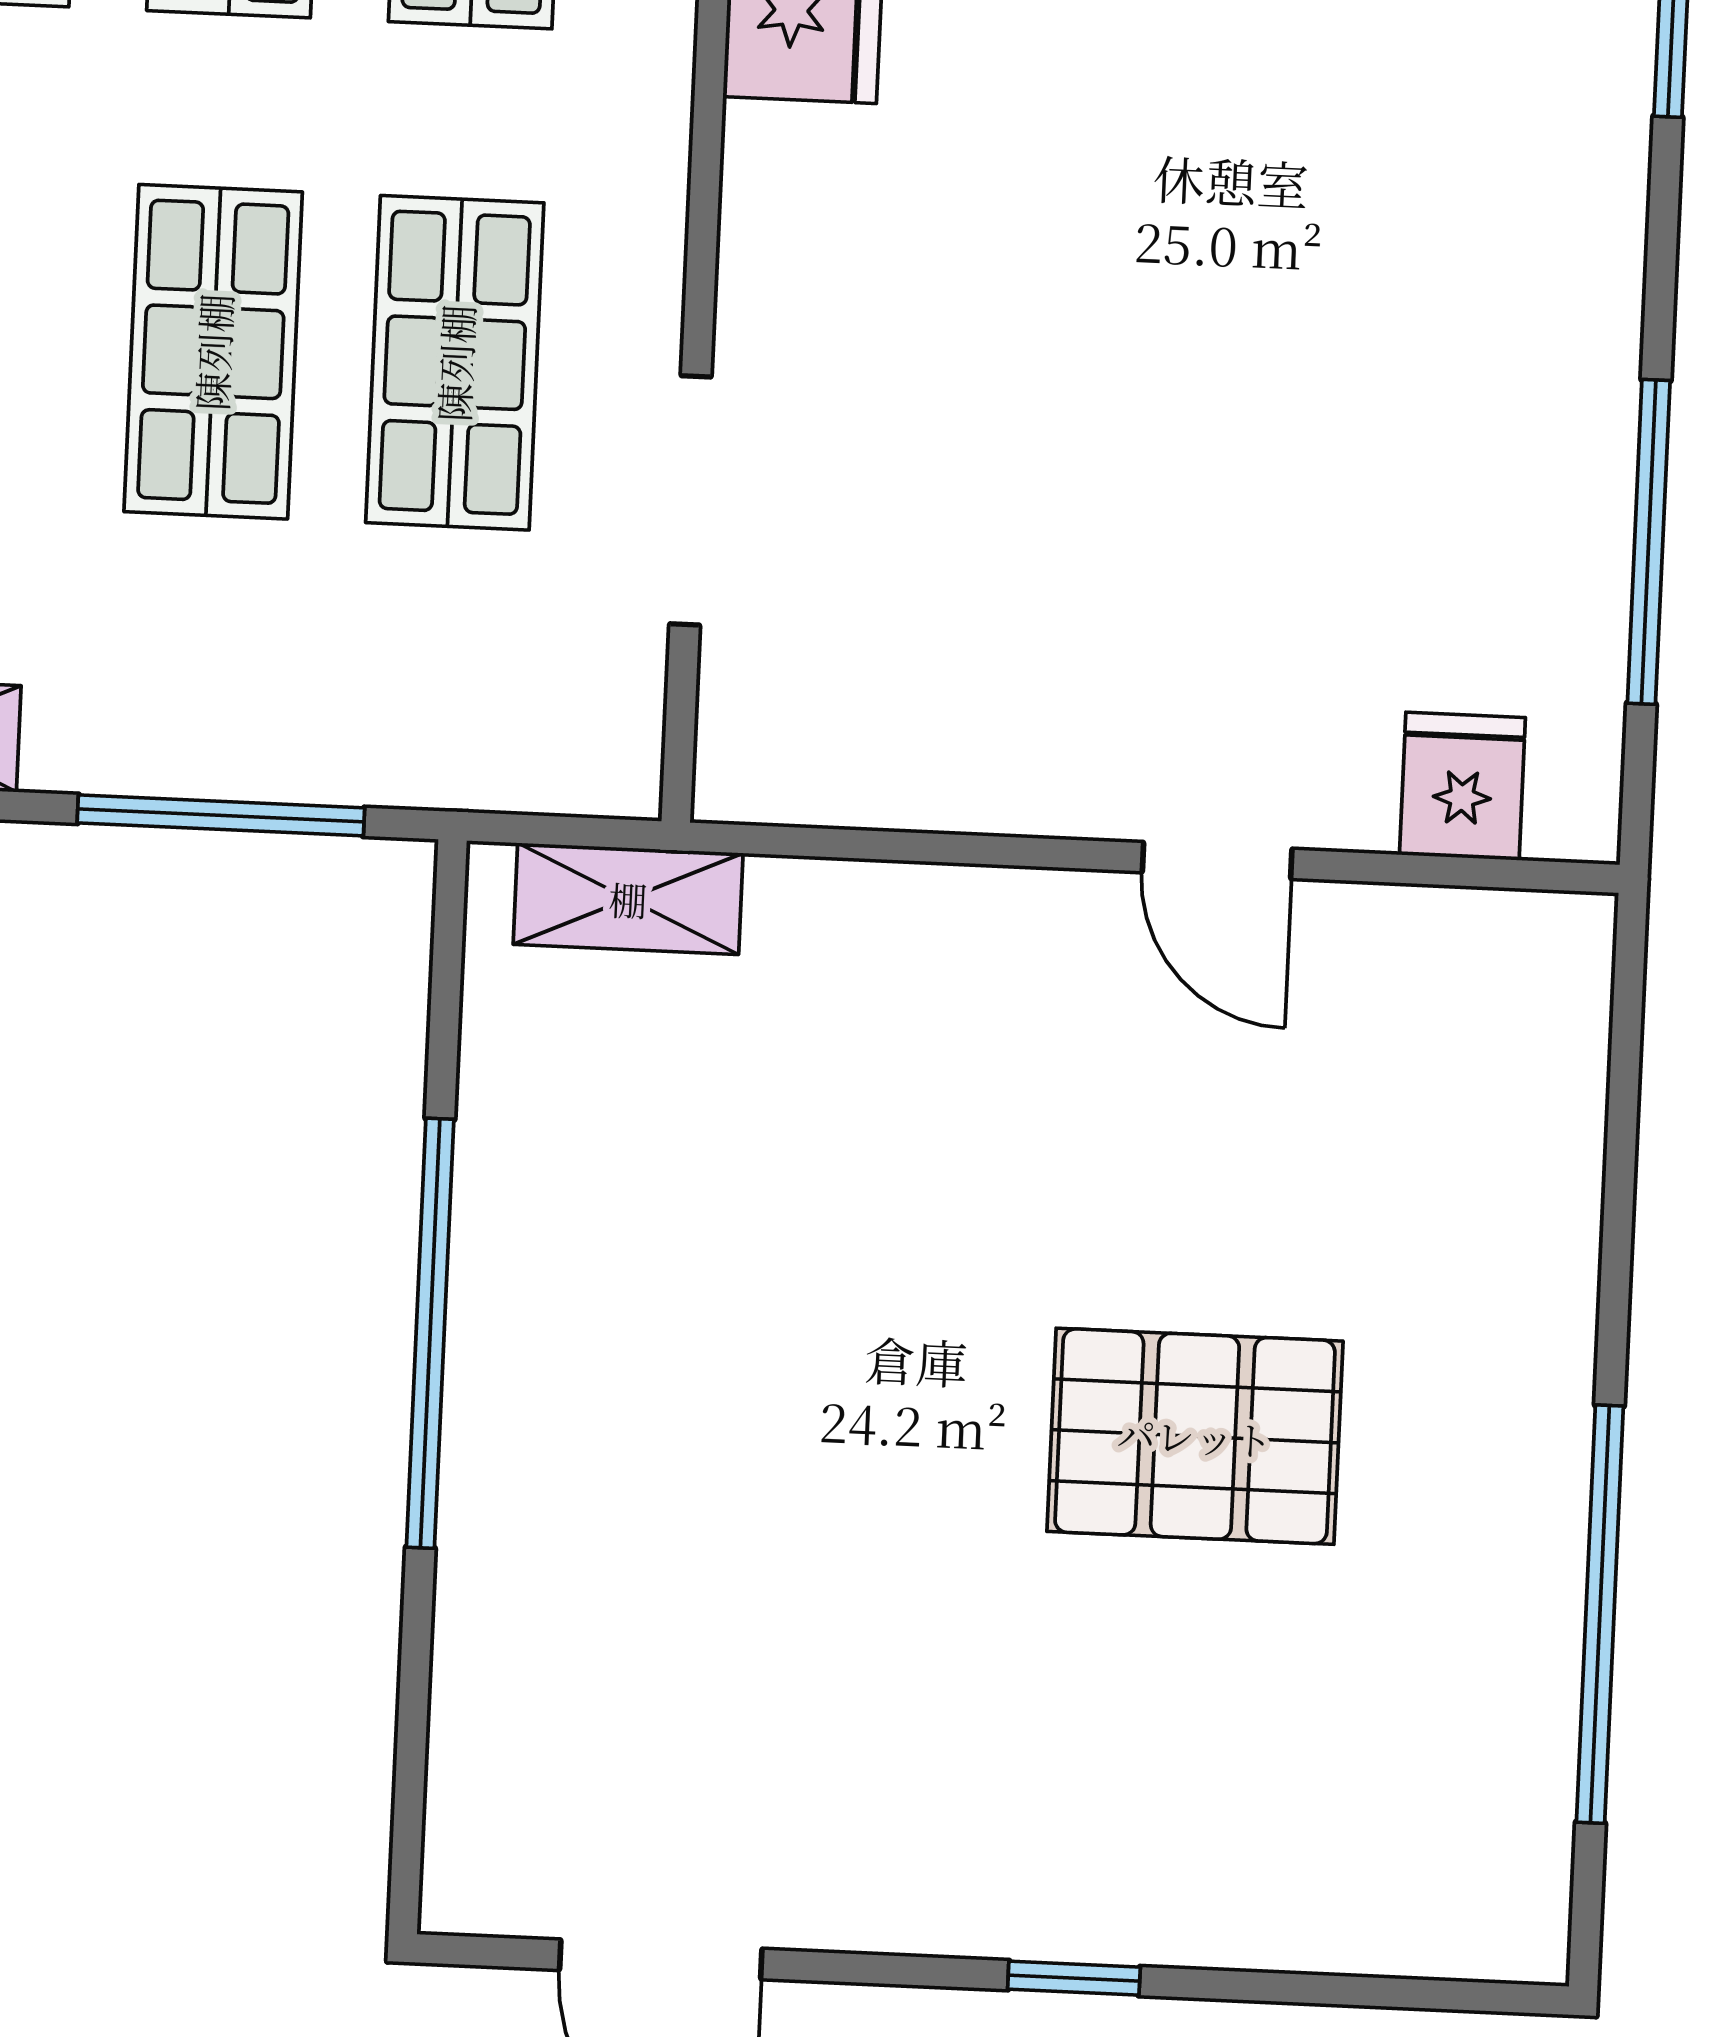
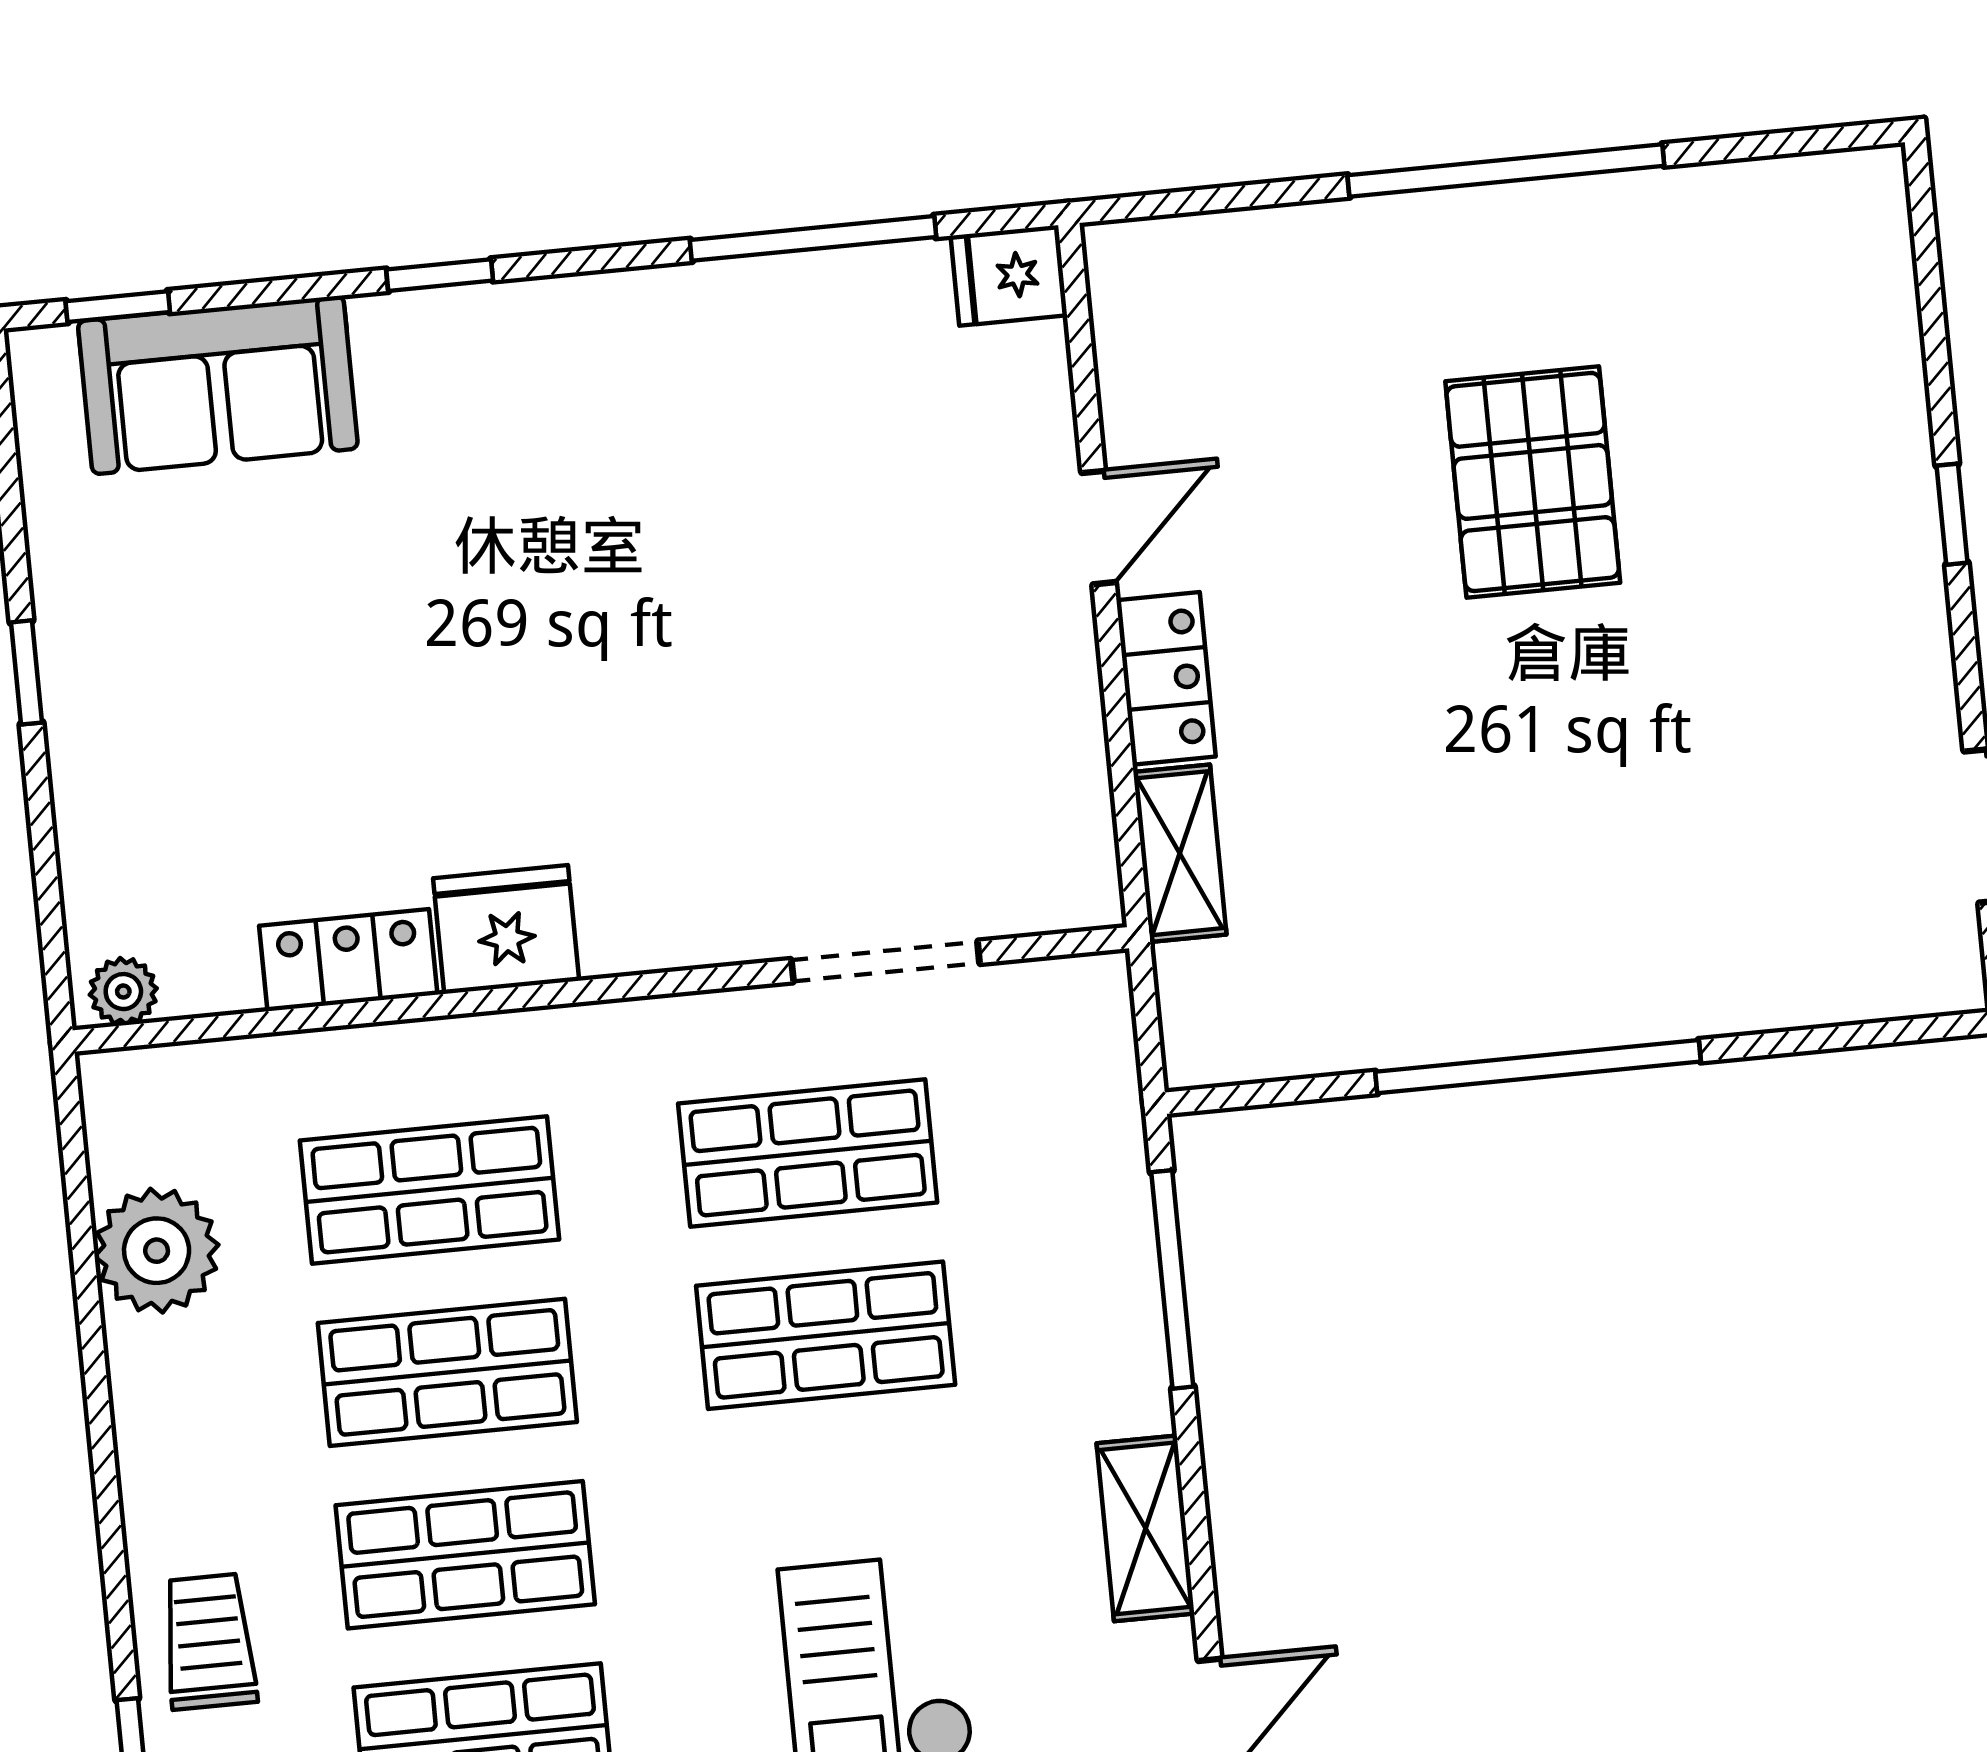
fridge: (1462, 786) -> (1009, 276), moved
shelving: (628, 899) -> (1180, 853), moved
locker: (1007, 920) -> (1166, 678), added
window: (1600, 1614) -> (1506, 170), moved

